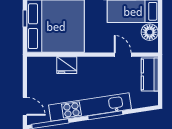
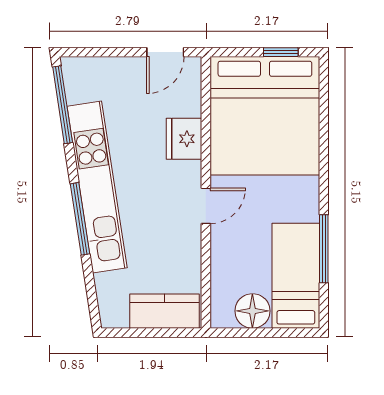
door: (123, 55) -> (206, 206), moved
door: (25, 106) -> (165, 52), moved

